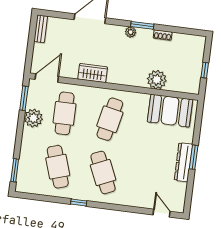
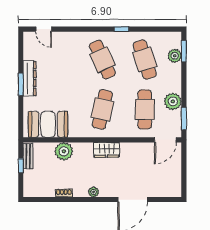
window: (142, 25) -> (84, 200), removed
bench: (41, 29) -> (28, 156), moved
wardrobe: (93, 73) -> (107, 150), moved
plant: (25, 167) -> (175, 56), added

